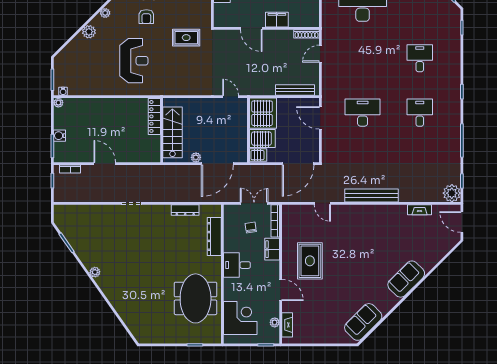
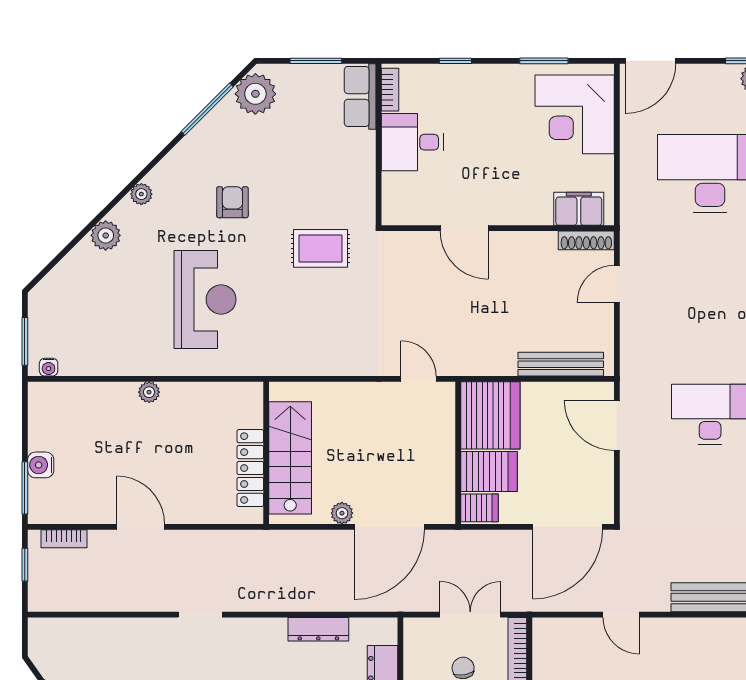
armchair: (146, 17) -> (232, 202), turned 180
filing cabinet: (277, 20) -> (579, 209), moved
plant: (58, 103) -> (149, 392), moved
locker: (154, 116) -> (250, 468), moved

